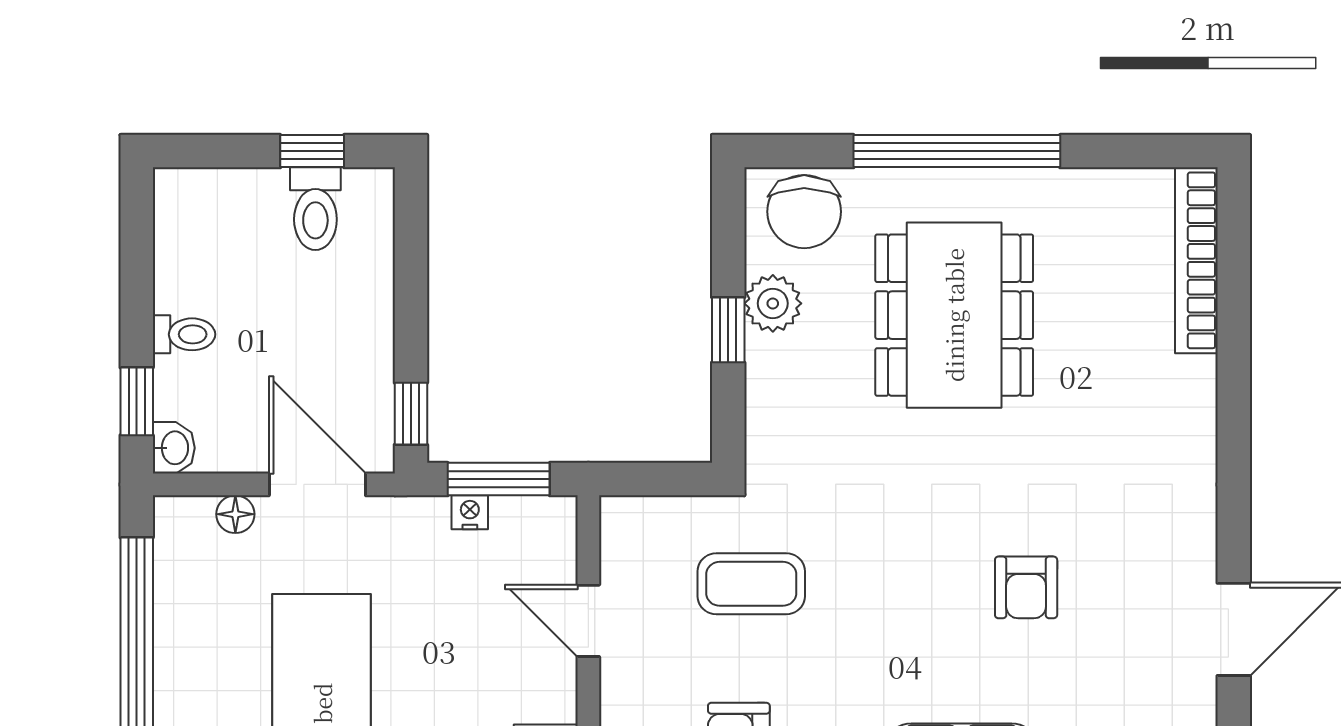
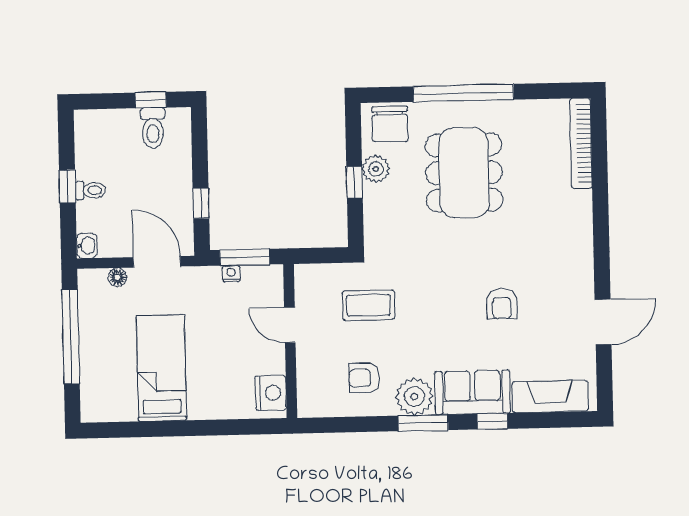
window: (137, 401) -> (67, 186), moved
window: (411, 414) -> (201, 203), moved

